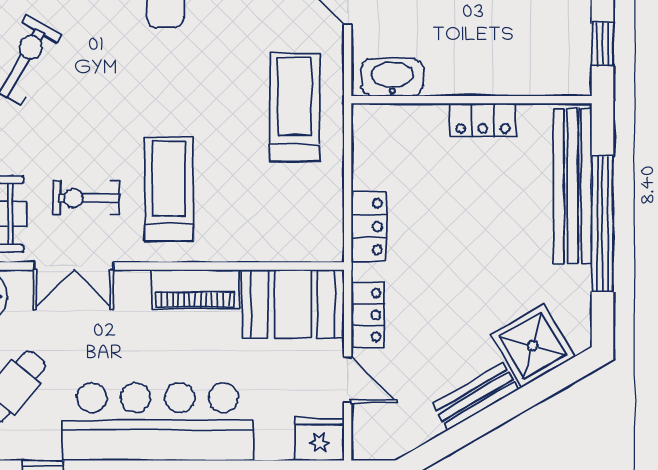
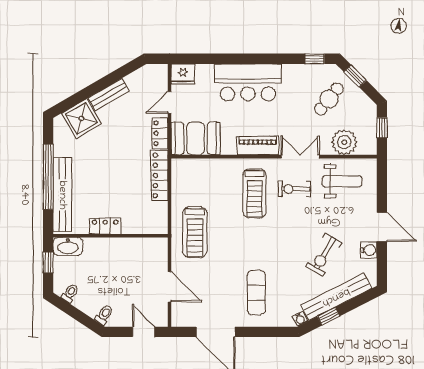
washbasin: (392, 77) -> (68, 246), moved
exercise bike: (86, 198) -> (294, 189), turned 180
locker: (369, 226) -> (159, 175), width x1.53
piano: (195, 289) -> (258, 146), moved
door: (348, 380) -> (169, 102), hinge flipped
bar counter: (158, 422) -> (248, 82), width x0.73

